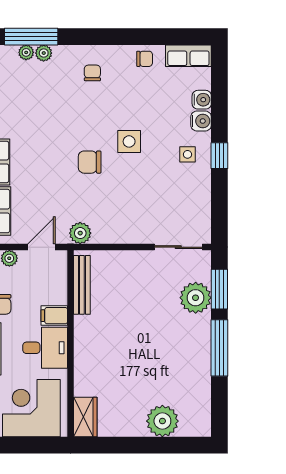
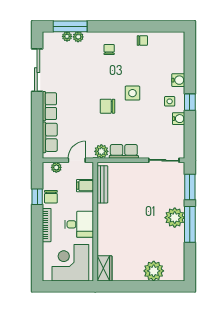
row of seats: (188, 56) -> (124, 151), moved, turned 180
water cooler: (202, 100) -> (179, 119), moved
plant: (196, 298) -> (175, 218), moved
filing cabinet: (54, 316) -> (85, 186), moved

